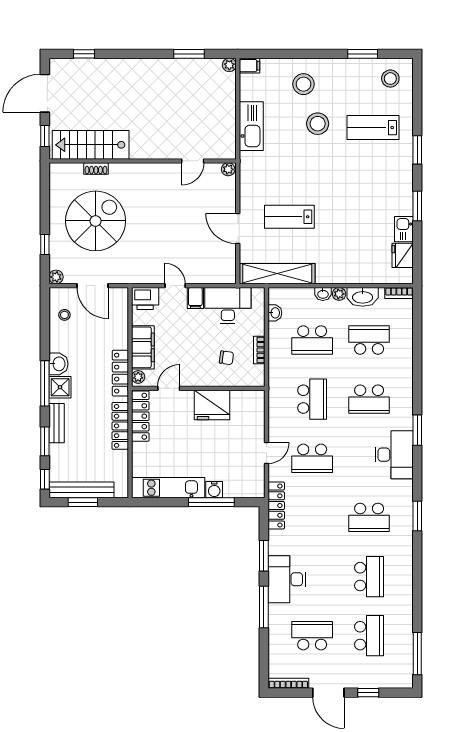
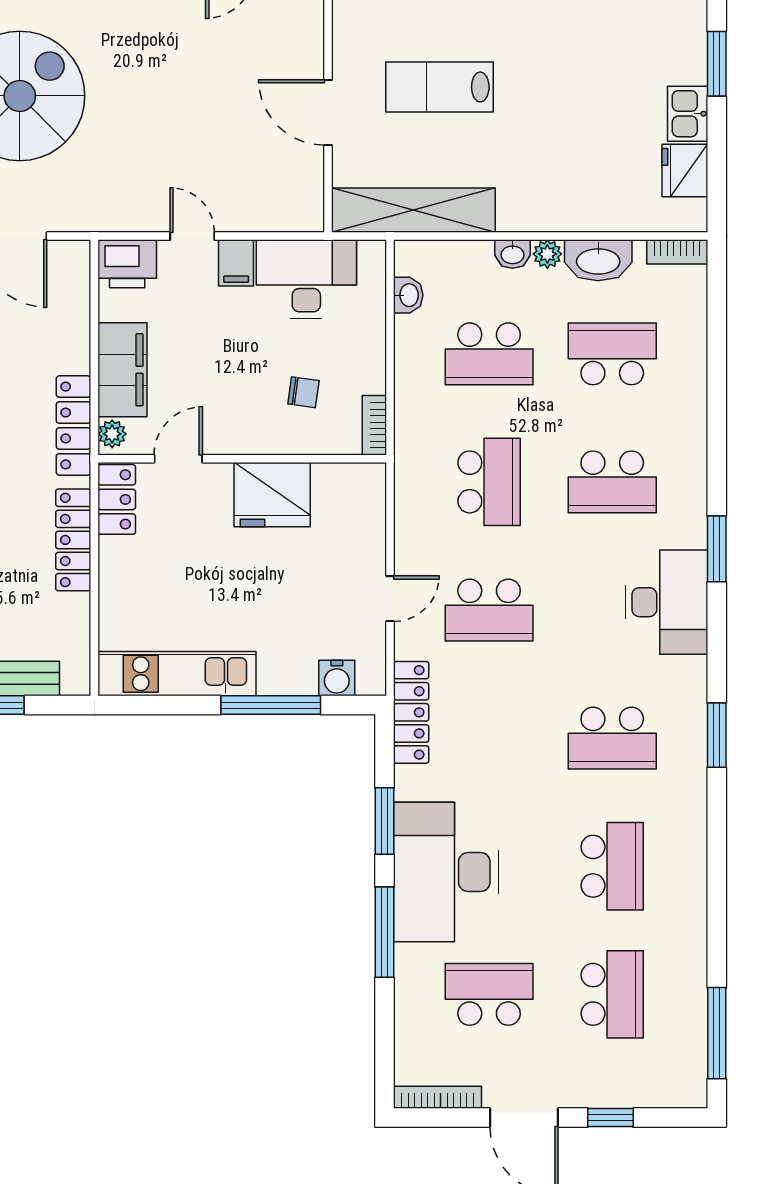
bookcase: (259, 350) -> (374, 425), moved
locker: (140, 416) -> (117, 499), width x0.66
water cooler: (214, 490) -> (337, 678), moved
desk: (287, 579) -> (446, 872), width x1.36, depth x1.30

